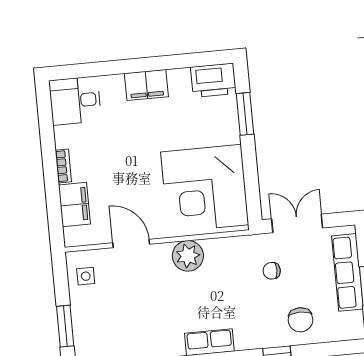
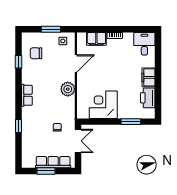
printer: (213, 80) -> (148, 98), moved
corner desk: (205, 188) -> (103, 105), width x0.74, depth x0.74
chair: (300, 320) -> (36, 53), moved
window: (65, 326) -> (51, 29), moved

